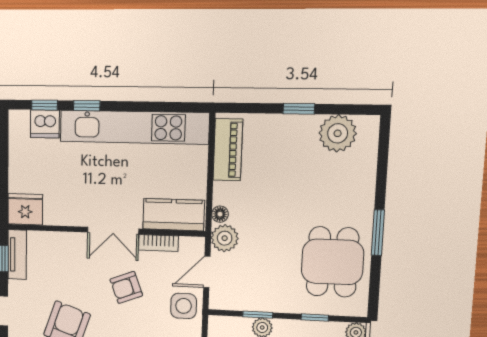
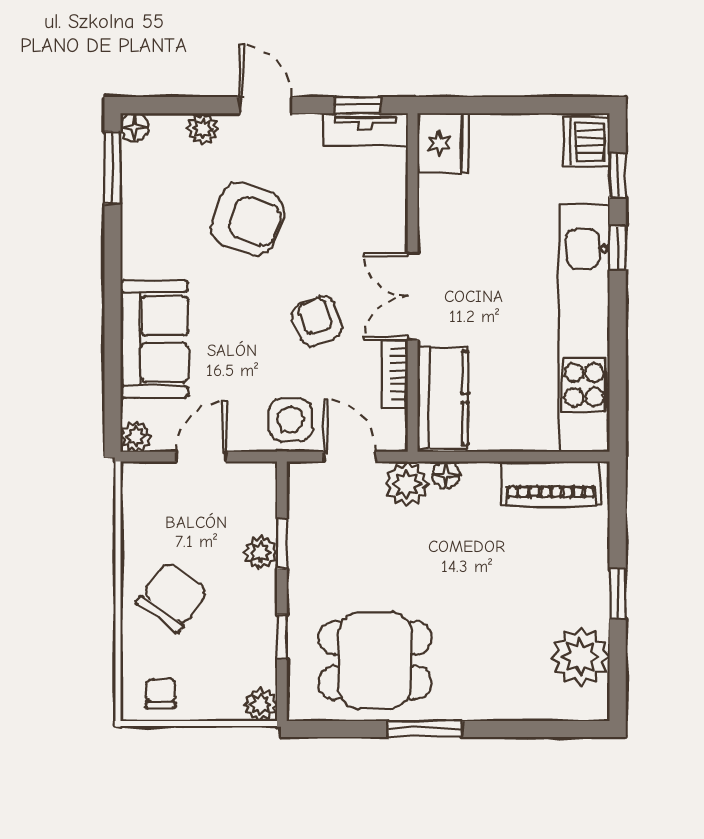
dishwasher: (45, 124) -> (587, 142), moved

